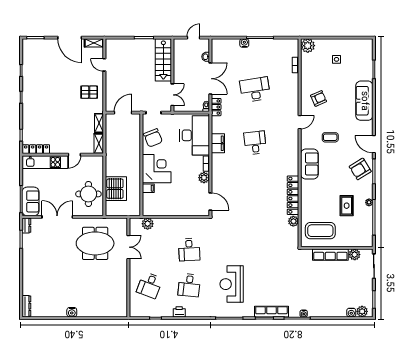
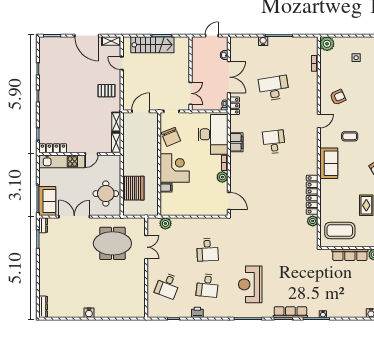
stairs: (163, 60) -> (152, 45), moved, turned -90

